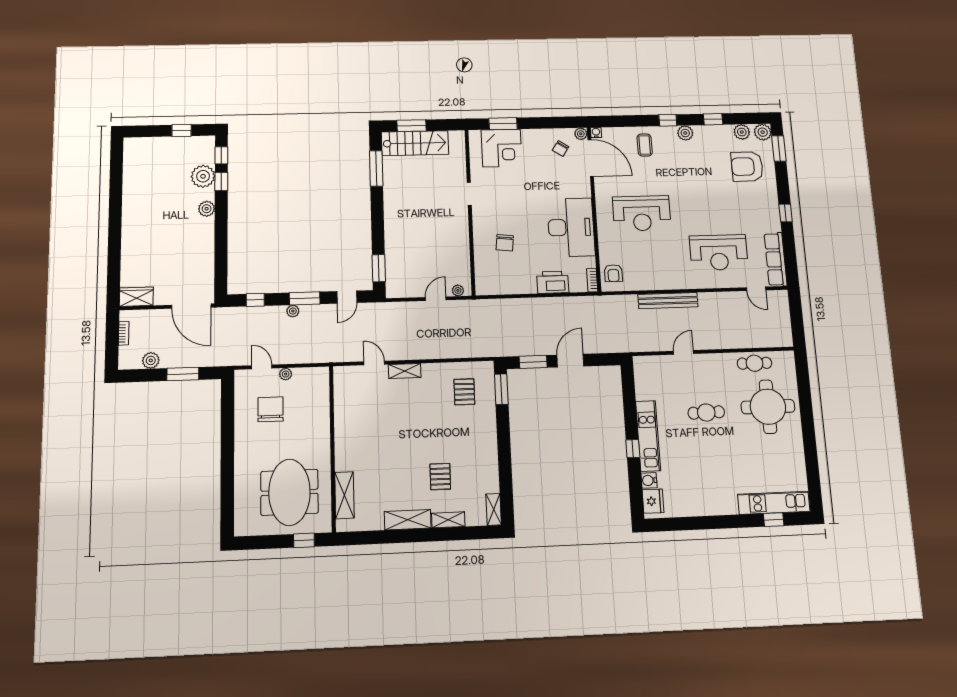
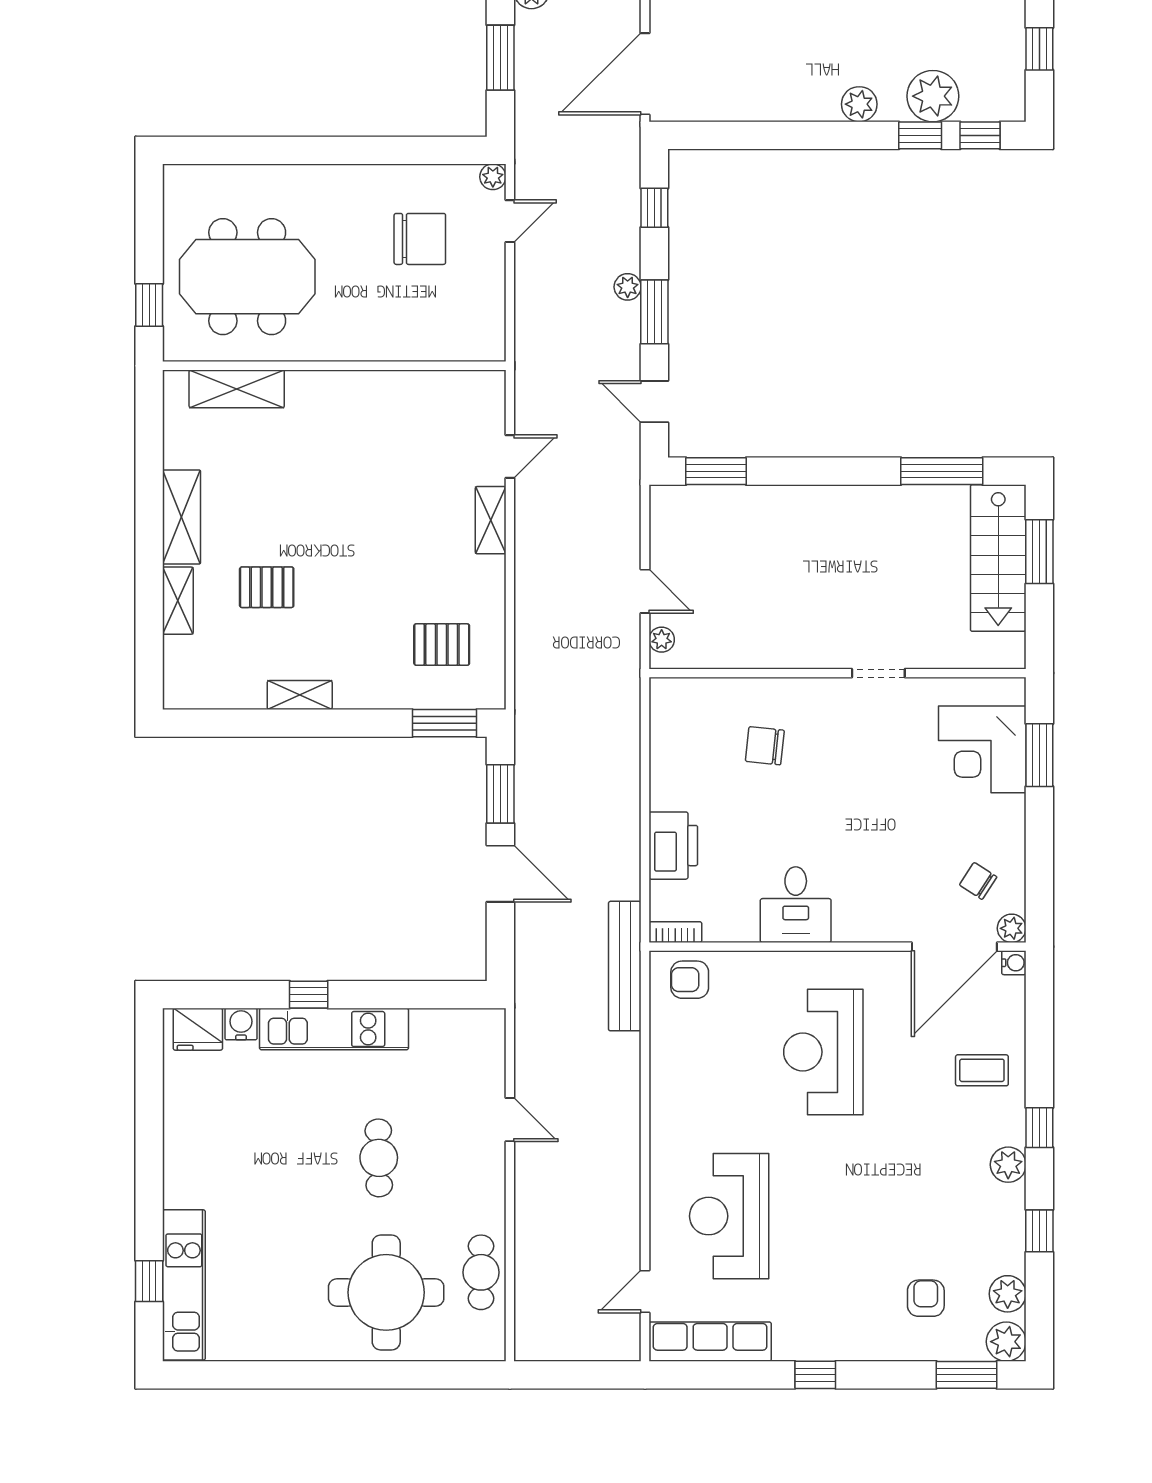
armchair: (747, 167) -> (926, 1298), width x0.53, depth x0.53
desk: (571, 227) -> (796, 905), width x0.53, depth x0.77
bench: (668, 301) -> (625, 966), moved
plant: (286, 374) -> (493, 177), moved
shelving: (494, 509) -> (300, 695), moved

